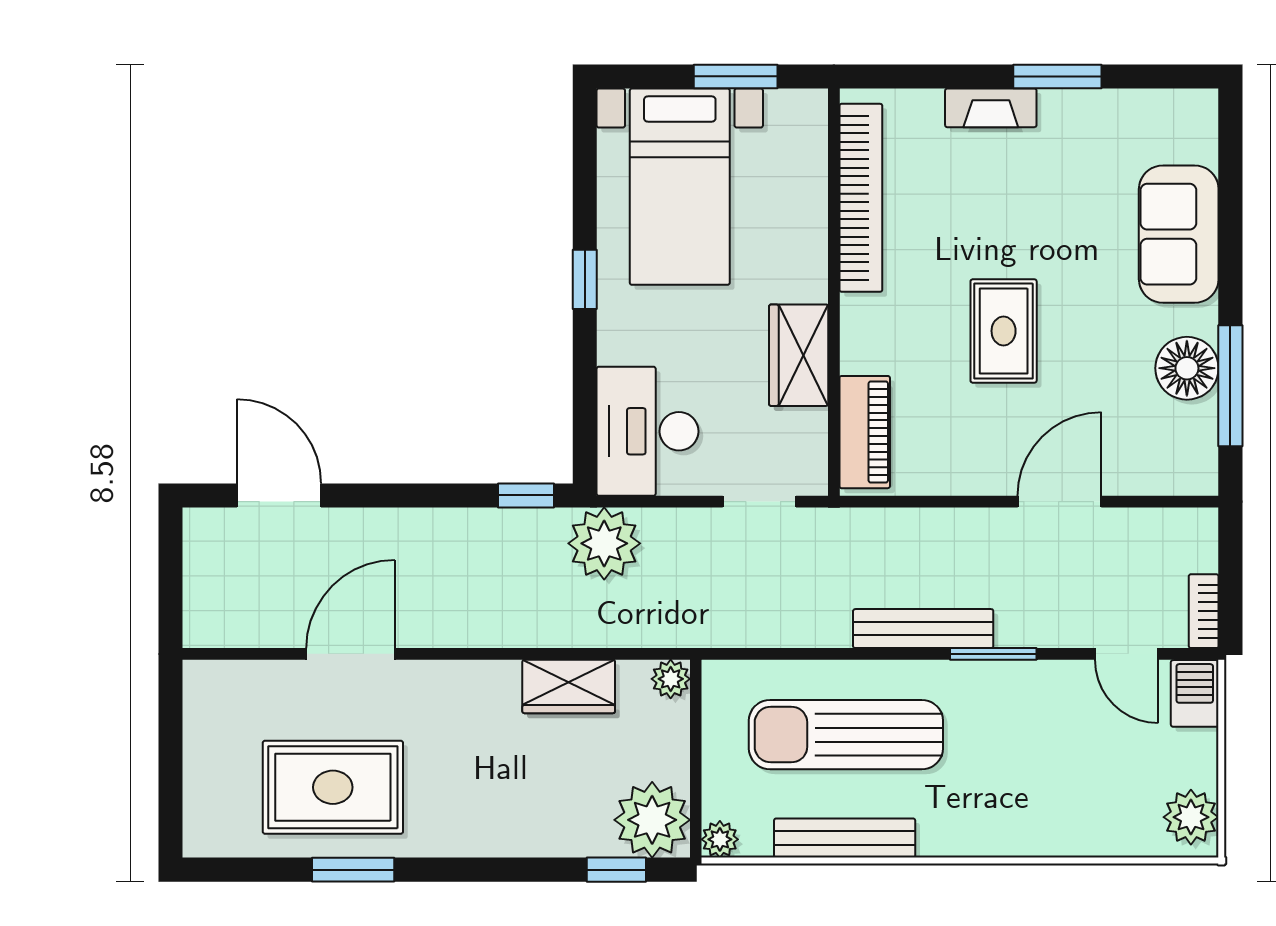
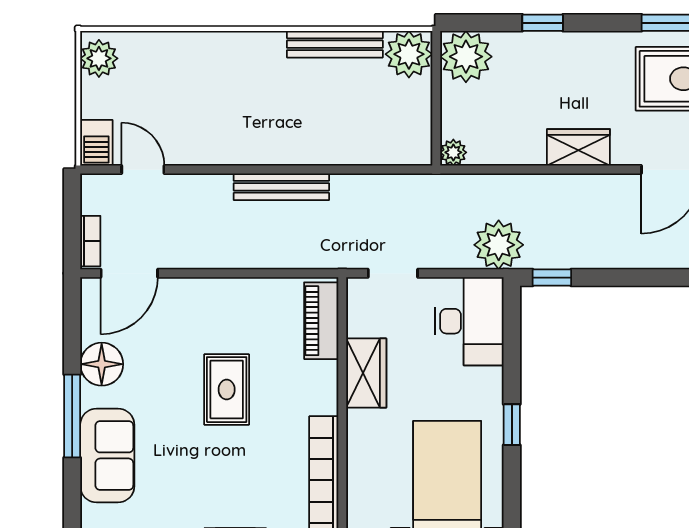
window: (1230, 386) -> (72, 416), moved
door: (1059, 502) -> (129, 273), moved
bookcase: (1204, 611) -> (90, 241), moved
window: (993, 654) -> (234, 170), removed
wardrobe: (569, 687) -> (578, 147), moved
sun lounger: (846, 735) -> (334, 115), removed
plant: (720, 839) -> (409, 54), width x1.87, depth x1.87
window: (616, 870) -> (543, 23), moved

